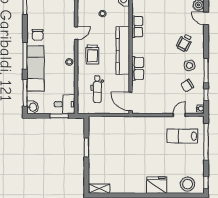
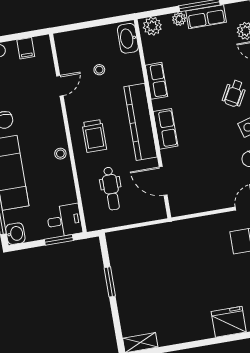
door: (76, 33) -> (60, 86), moved
row of seats: (138, 68) -> (166, 129), moved
door: (131, 101) -> (163, 181), moved

